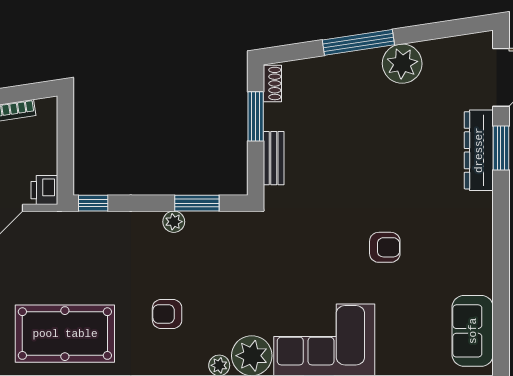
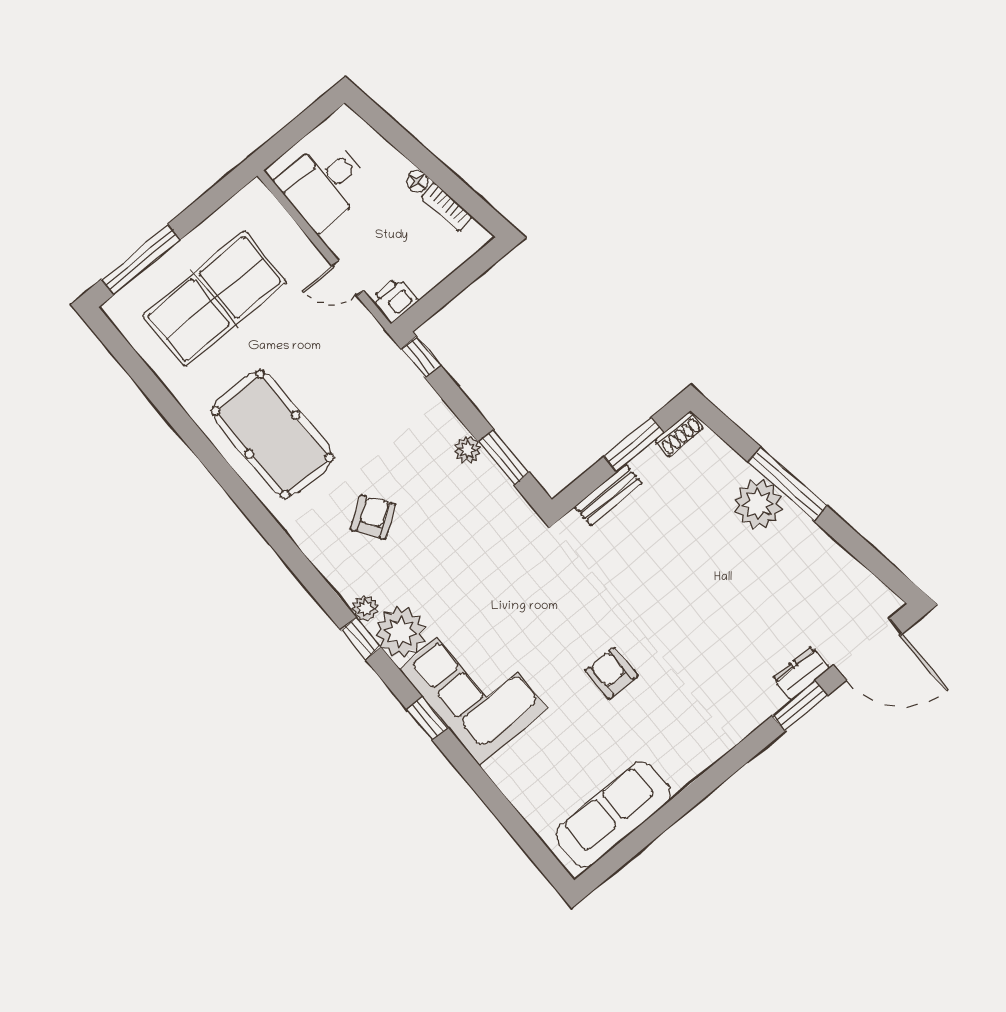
plant: (402, 64) -> (758, 504), moved
dresser: (479, 150) -> (801, 673), width x0.51, depth x0.80
armchair: (385, 247) -> (611, 673), turned 180
armchair: (167, 314) -> (373, 517), turned 56
sofa: (473, 331) -> (613, 814), width x1.36

